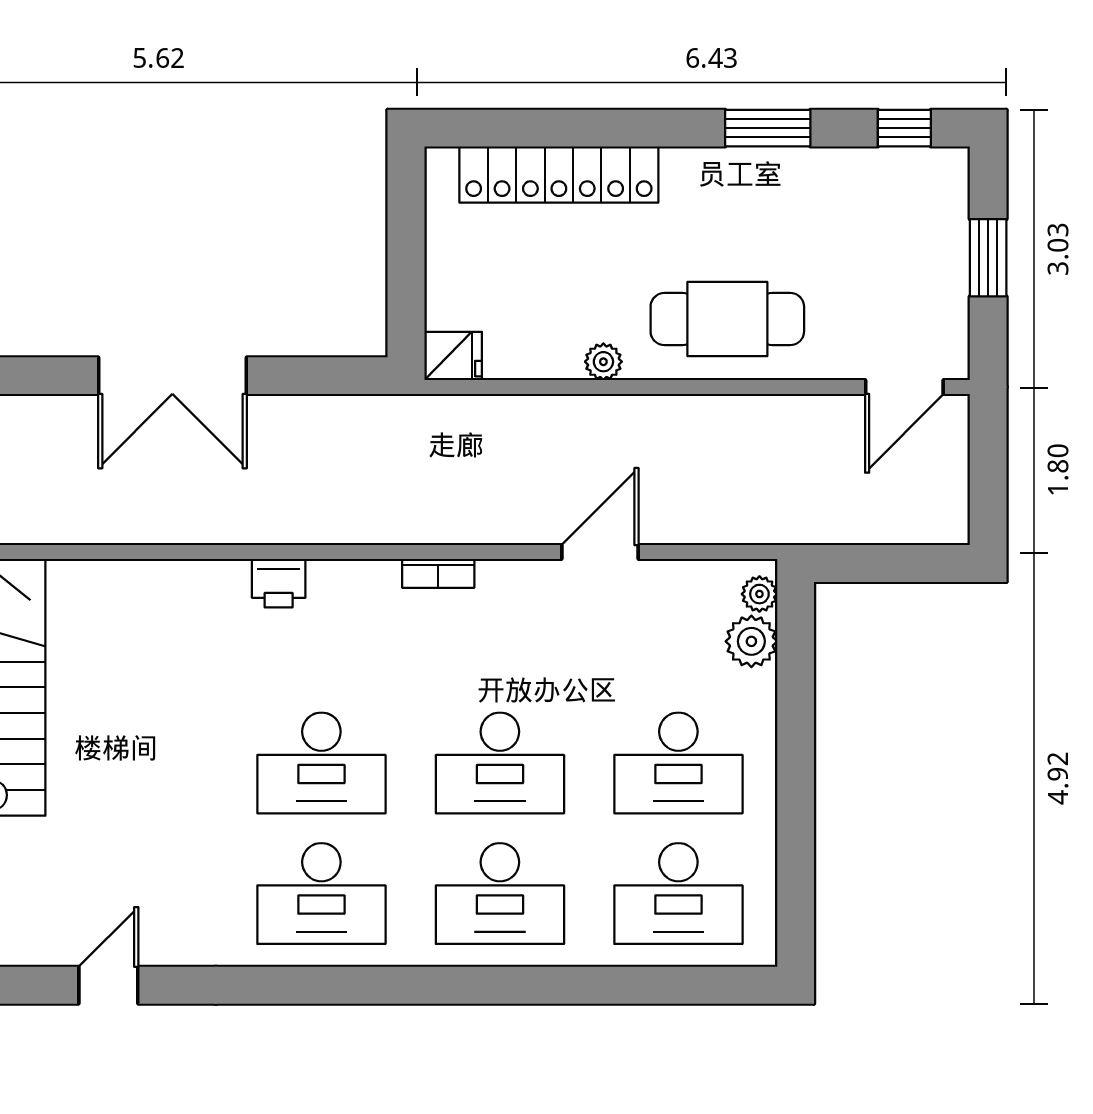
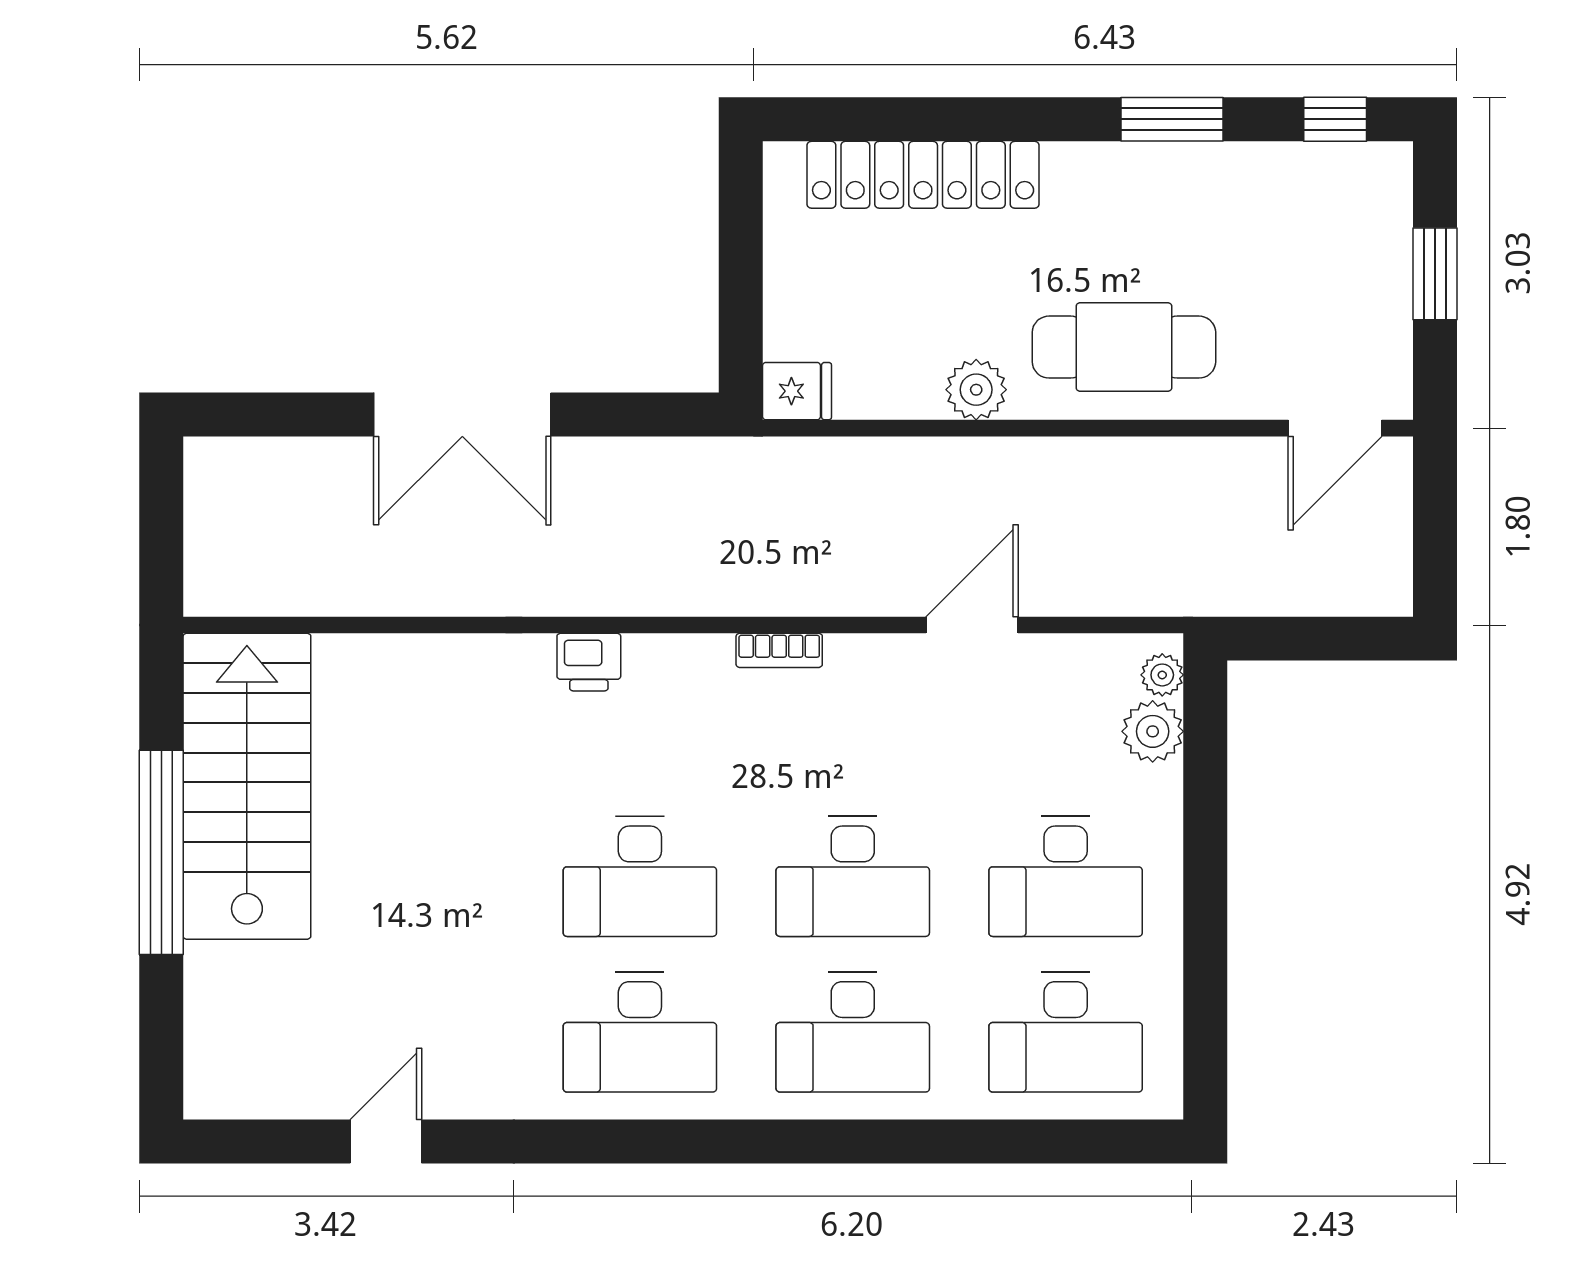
plant: (603, 362) -> (976, 390), width x1.38, depth x1.38

